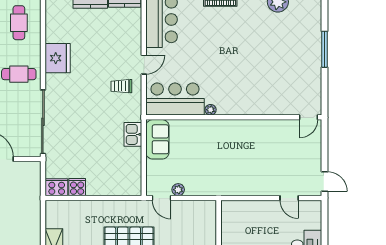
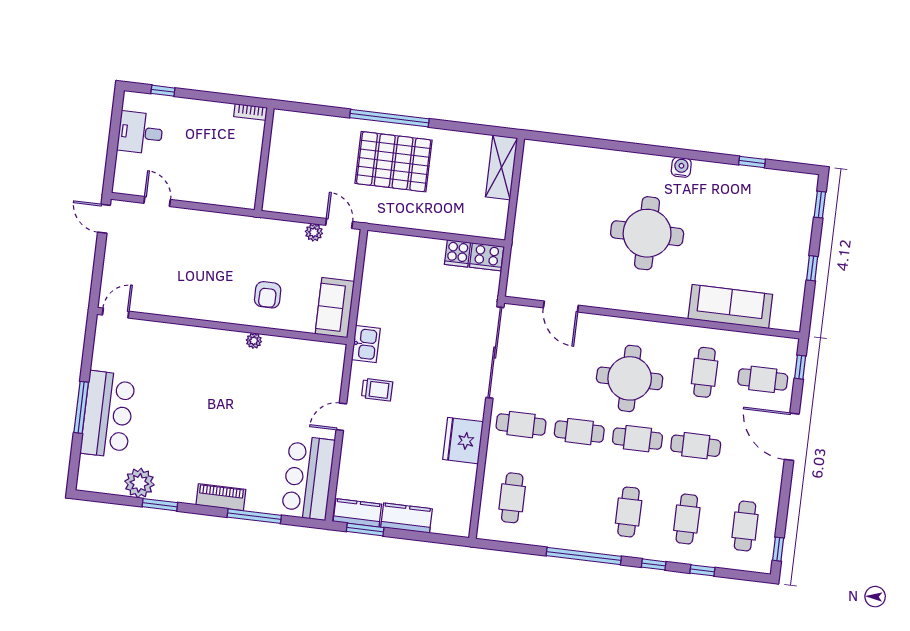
bar counter: (175, 99) -> (108, 414), moved, turned -90
kitchen sink: (133, 134) -> (366, 344), moved
armchair: (205, 143) -> (268, 295), added

